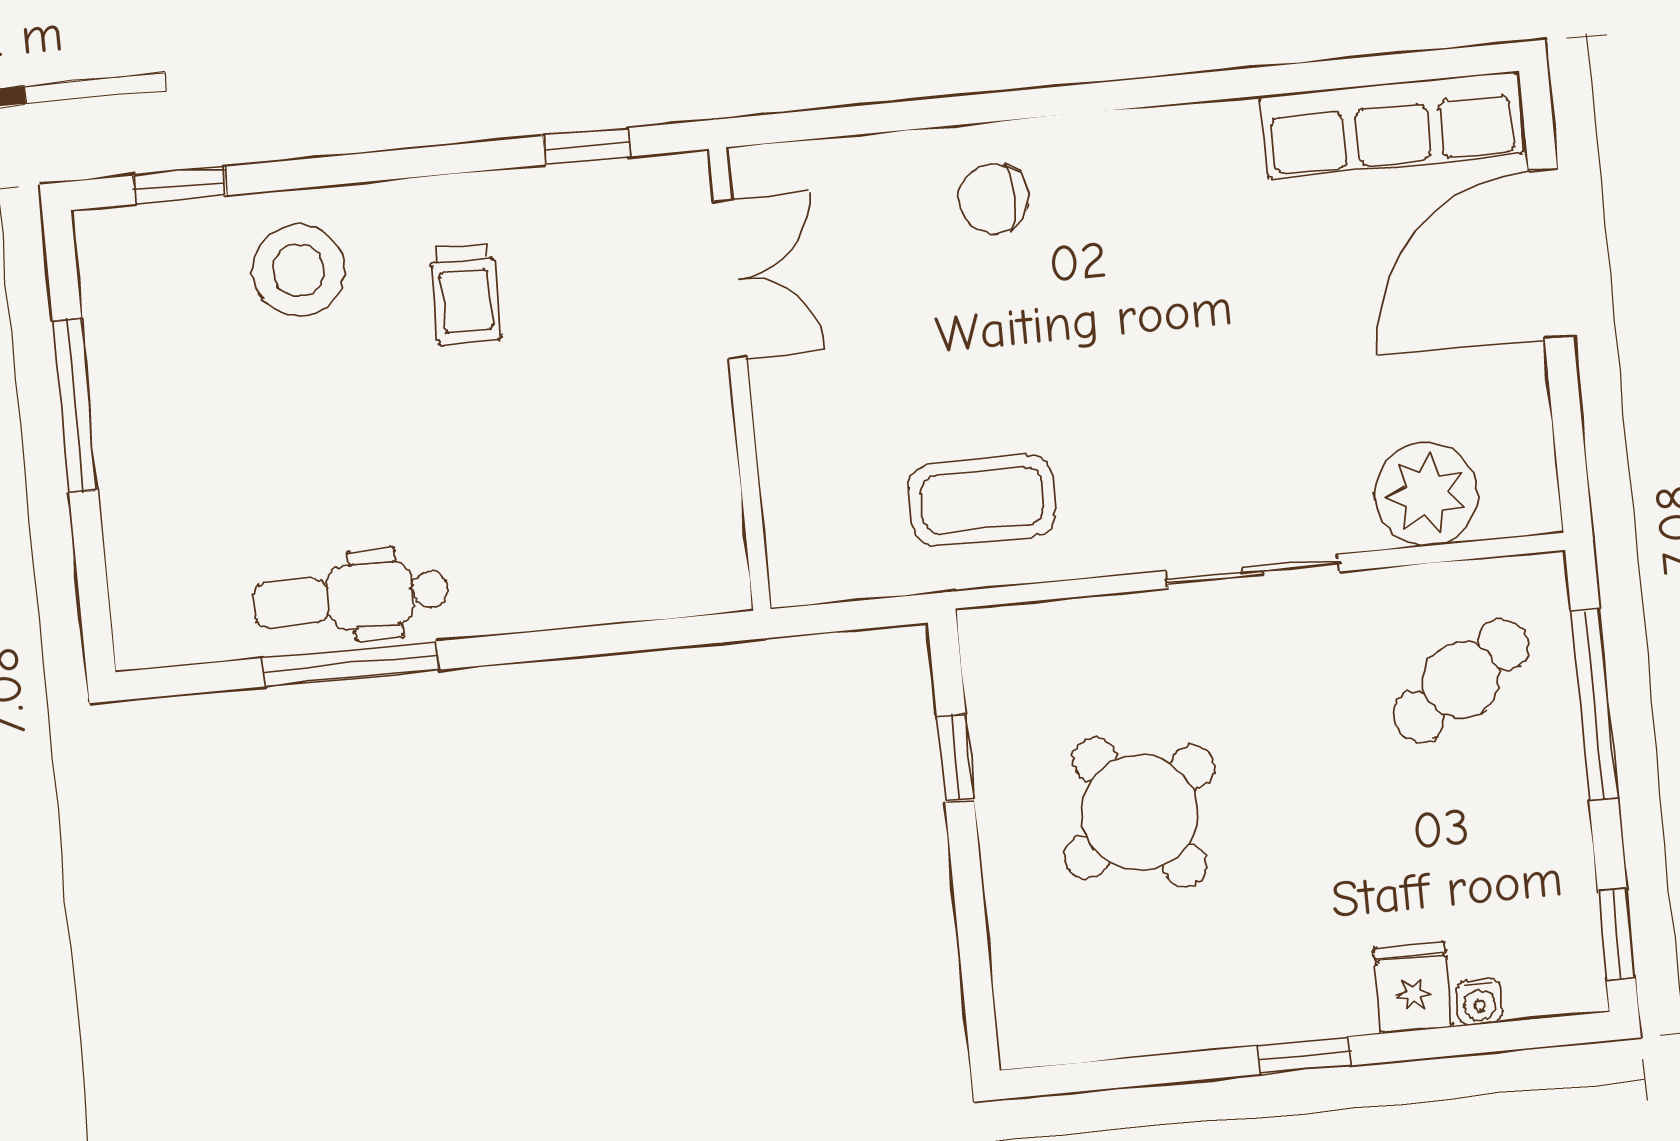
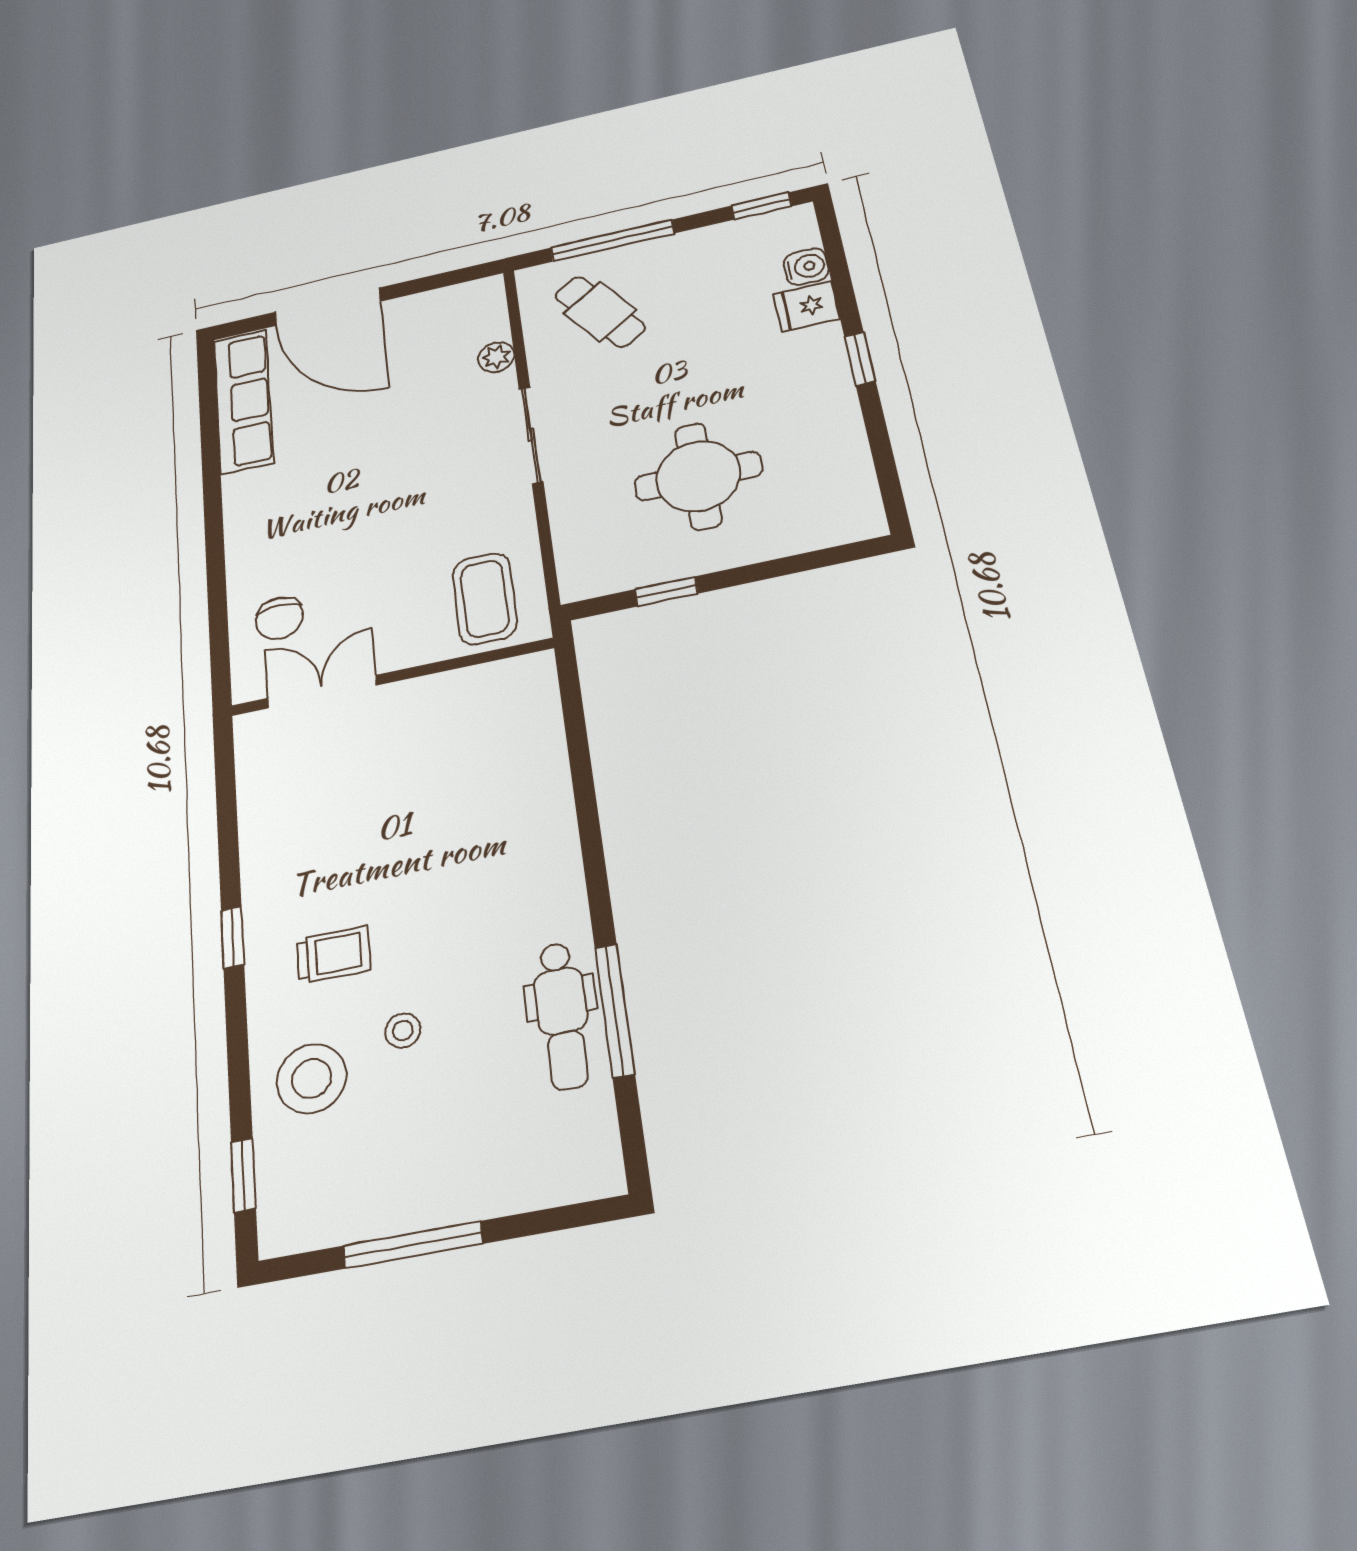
window: (587, 146) -> (233, 937), moved
double door: (730, 279) -> (322, 692), moved
wall: (740, 379) -> (391, 677), moved
stool: (351, 389) -> (403, 1031), added
plant: (1426, 494) -> (496, 357), width x0.53, depth x0.53
round table: (1140, 812) -> (698, 476), turned 35
water cooler: (1479, 1002) -> (806, 267), width x1.38, depth x1.38

